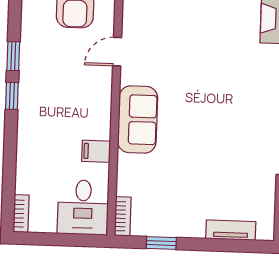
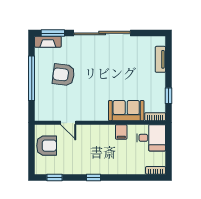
armchair: (208, 46) -> (64, 75), added
window: (13, 56) -> (54, 177), moved
sofa: (138, 120) -> (126, 111), moved

